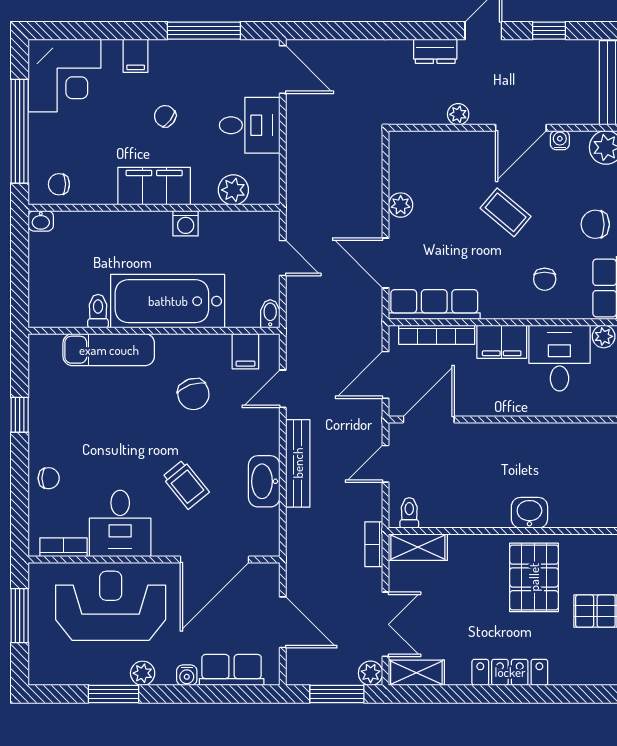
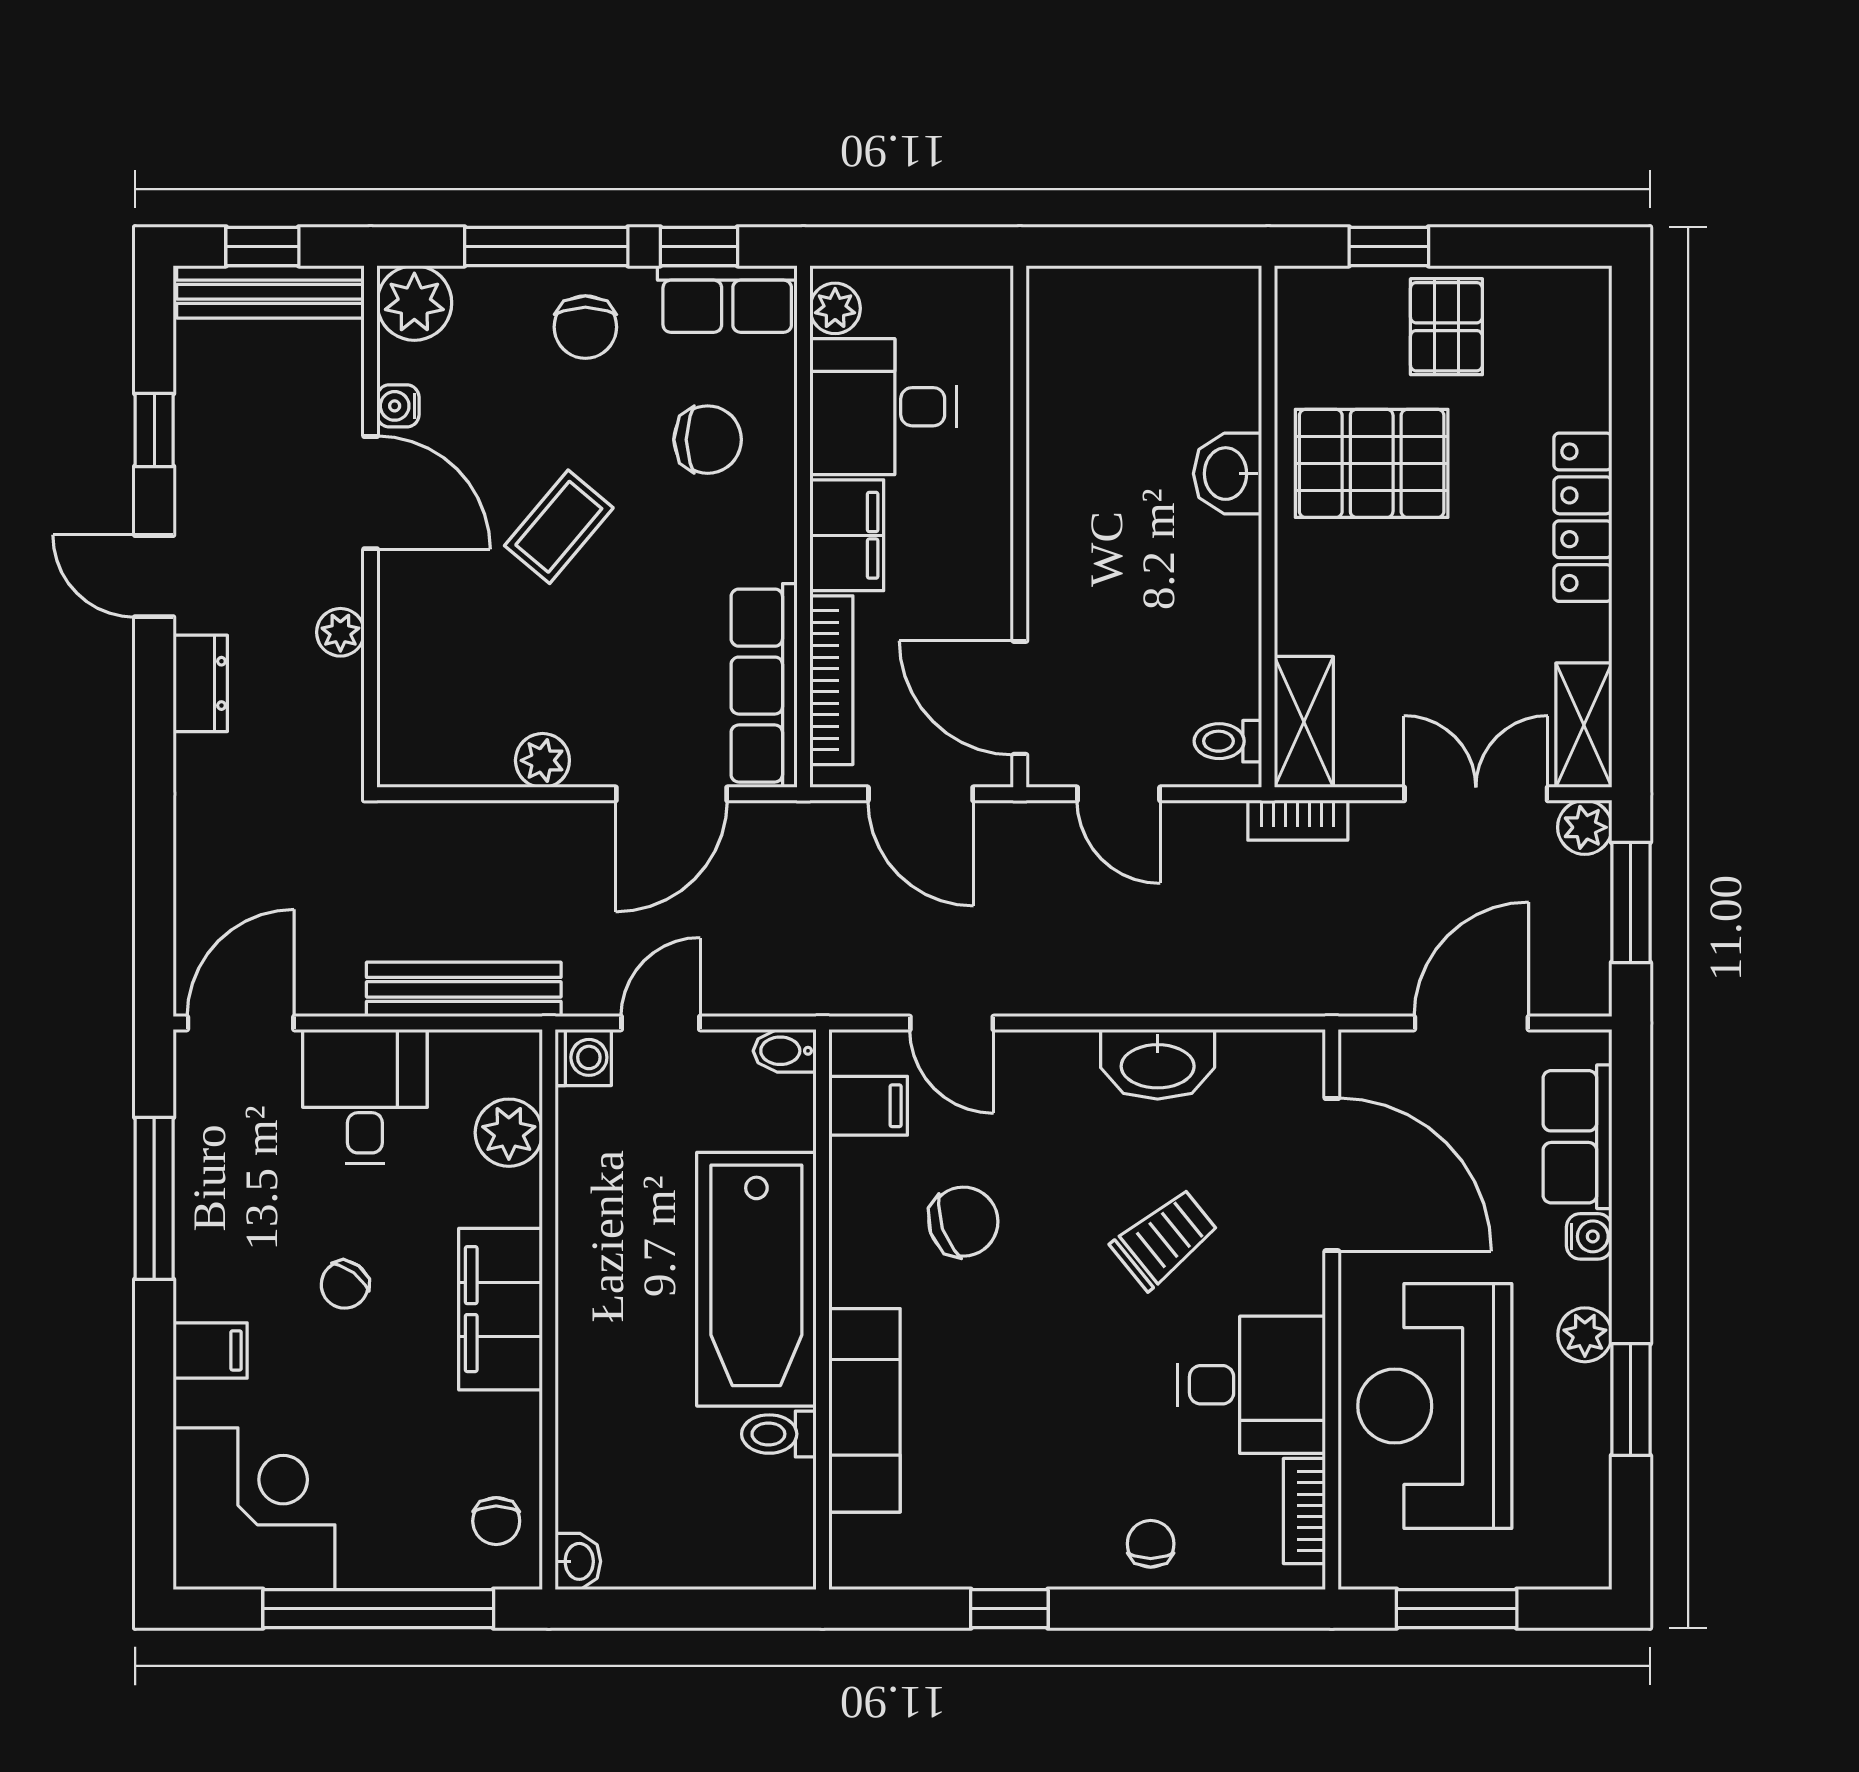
washing machine: (186, 223) -> (583, 1057), moved
chair: (545, 279) -> (708, 440), width x1.37, depth x1.37
bench: (298, 463) -> (464, 989), moved

